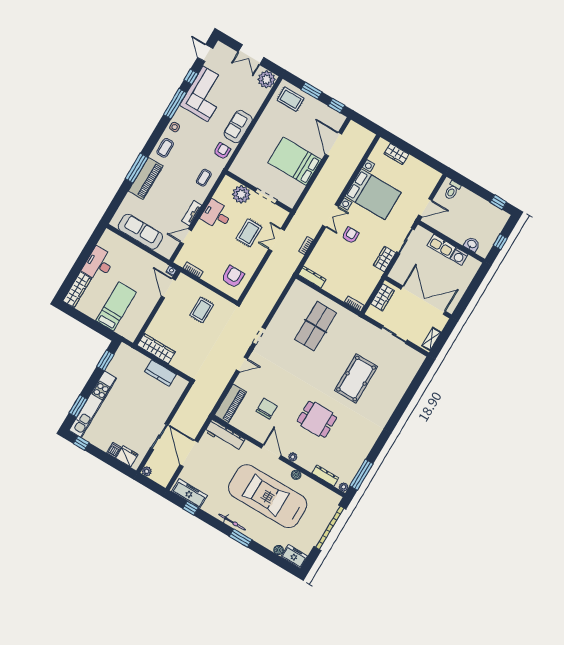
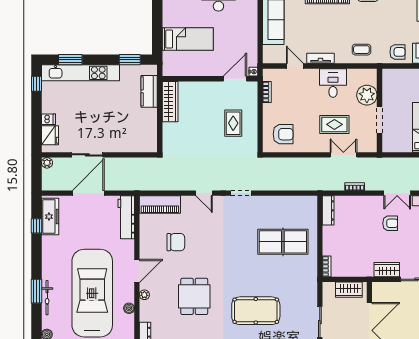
rug: (202, 310) -> (233, 123), turned 90
kitchen counter: (160, 373) -> (149, 91), moved
bicycle: (232, 522) -> (47, 298), moved

